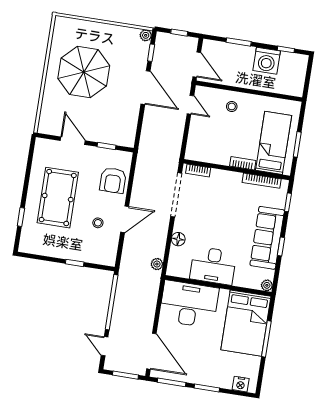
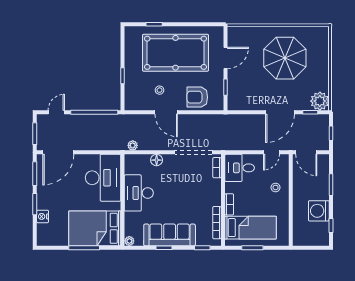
plant: (146, 35) -> (320, 101), width x1.88, depth x1.88
door: (197, 65) -> (306, 152), hinge flipped
desk: (203, 144) -> (240, 168), added
pool table: (58, 198) -> (176, 53), width x1.36, depth x1.32
nightstand: (241, 384) -> (43, 216), moved

